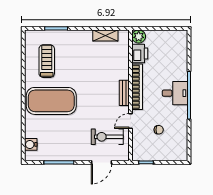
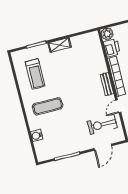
shelving: (105, 35) -> (59, 45), moved
treadmill: (47, 61) -> (35, 74), turned 180
exercise mat: (51, 101) -> (48, 106), width x0.50, depth x0.69
water cooler: (31, 144) -> (37, 136), moved

